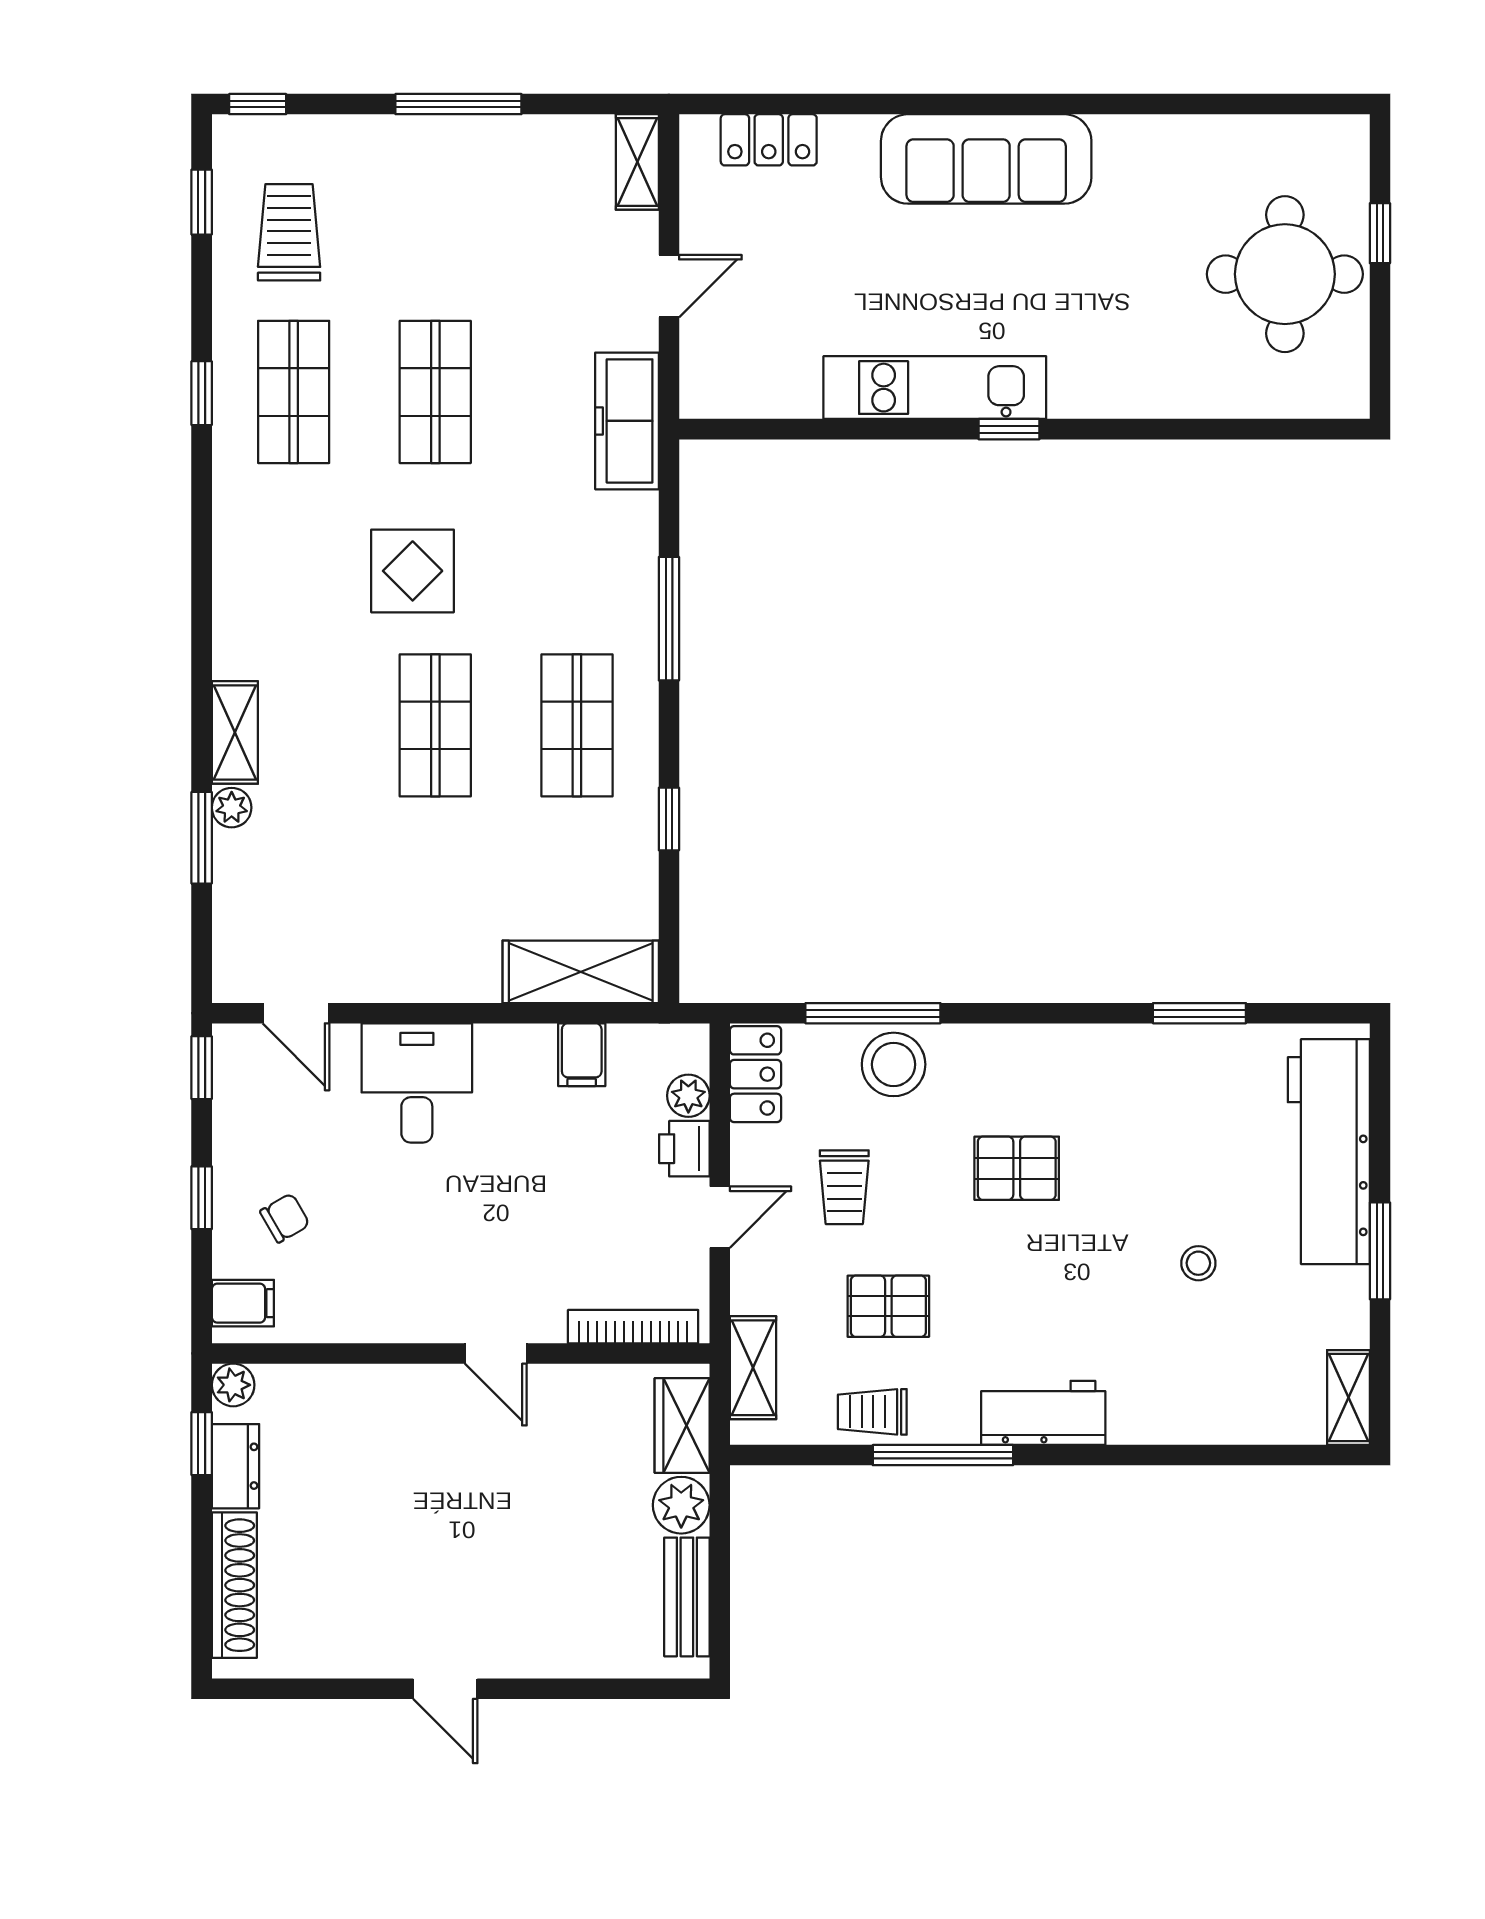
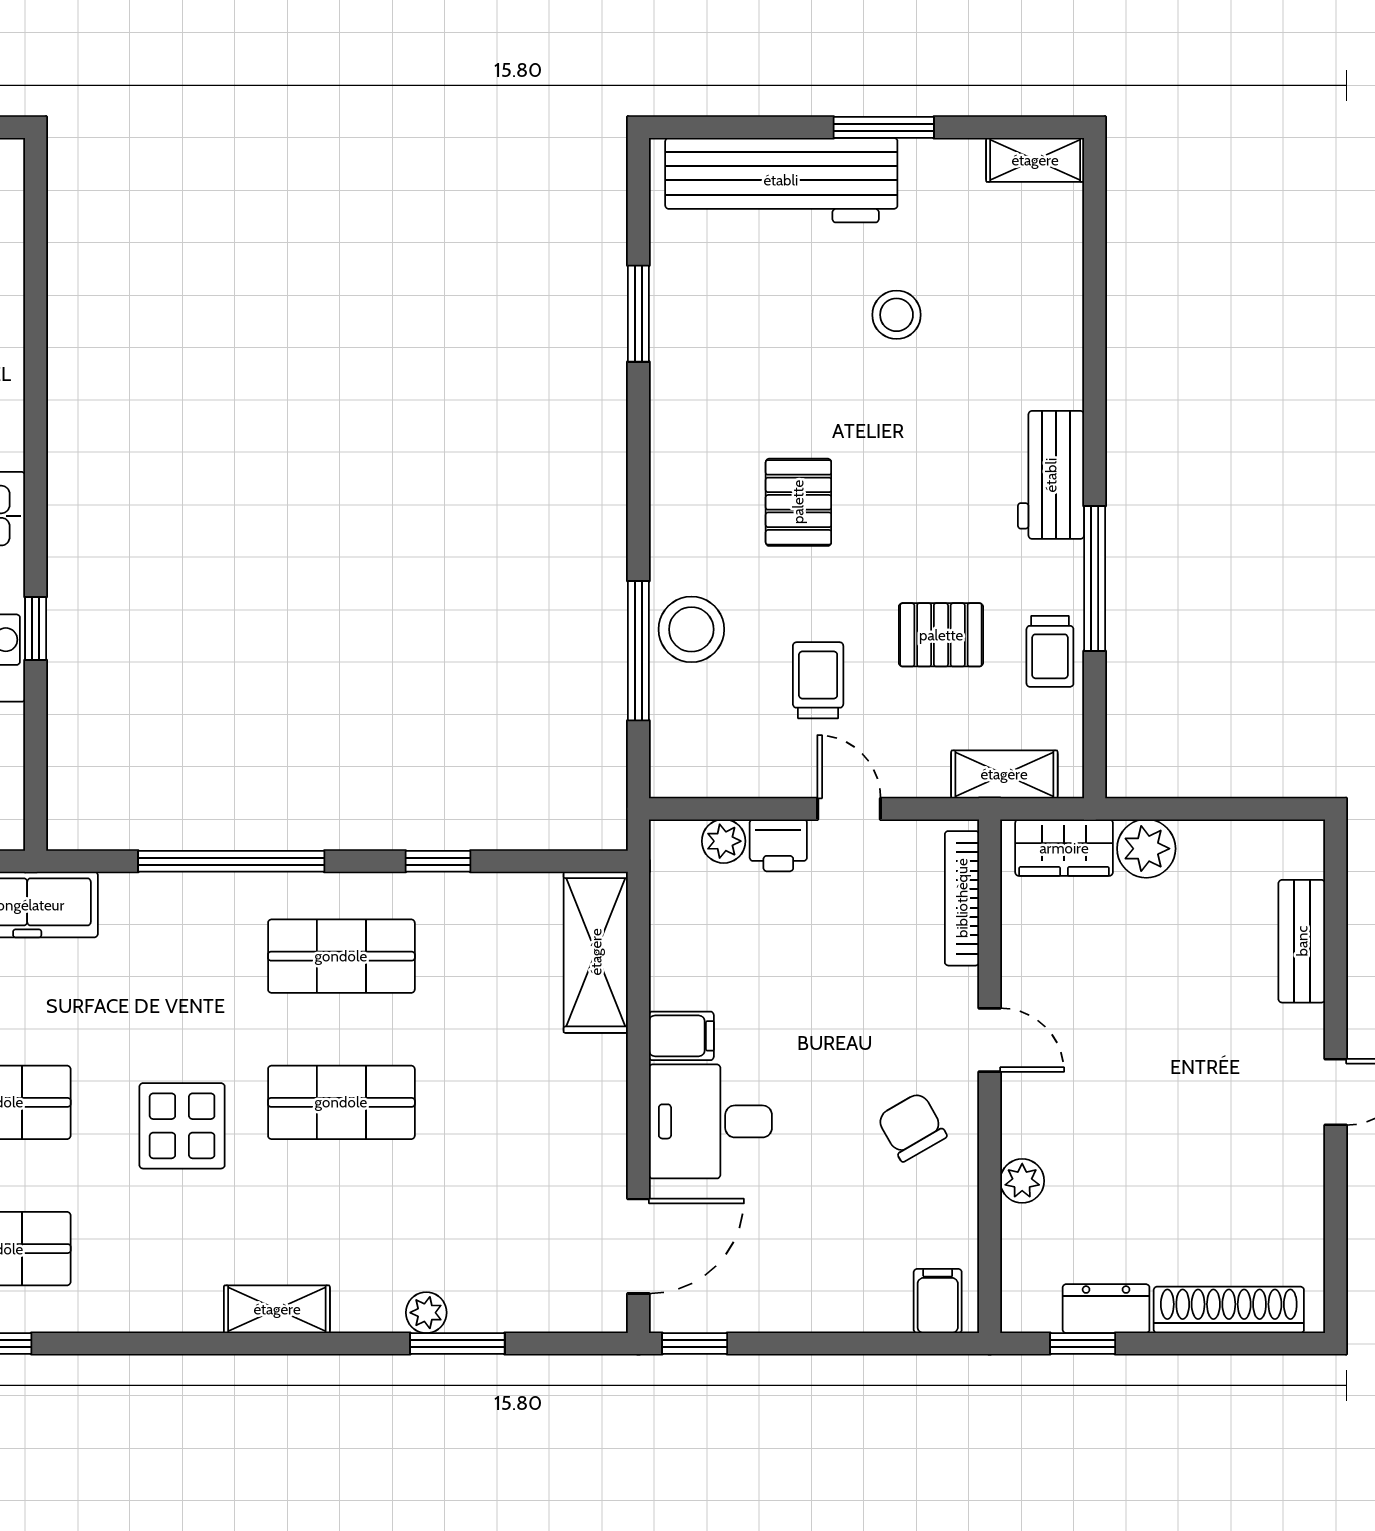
window: (1009, 429) -> (36, 628), moved
window: (669, 619) -> (231, 861), width x1.46
shelving: (235, 732) -> (277, 1309), moved
door: (296, 1013) -> (638, 1246), width x1.38
filing cabinet: (582, 1055) -> (681, 1036), moved
locker: (756, 1074) -> (701, 772), removed
trolley: (844, 1187) -> (818, 680), turned -90
window: (202, 1198) -> (829, 1344), removed
chair: (285, 1218) -> (912, 1127), moved, width x1.37, depth x1.37
stool: (1198, 1263) -> (897, 315), width x1.37, depth x1.37
pallet: (888, 1306) -> (941, 635), turned 90
door: (496, 1353) -> (990, 1040), hinge flipped
plant: (233, 1385) -> (1022, 1181), moved
bench: (687, 1597) -> (1302, 941), moved, turned 90

